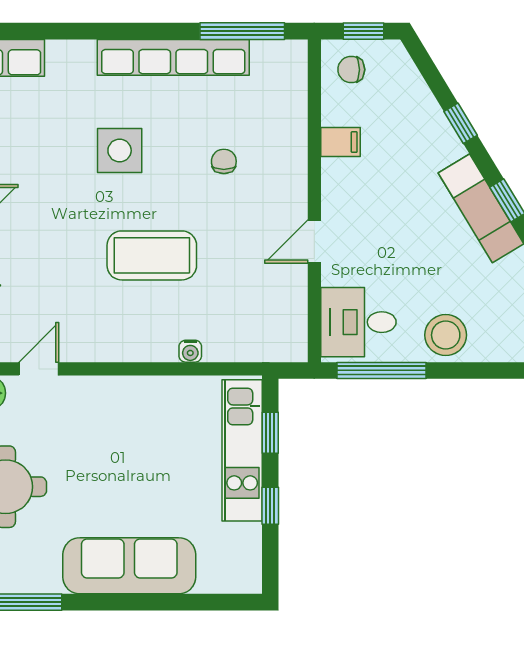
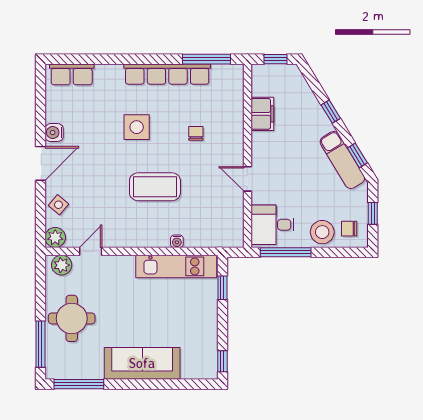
chair: (351, 70) -> (349, 229), moved
filing cabinet: (340, 142) -> (262, 114), width x2.00
door: (314, 242) -> (247, 179), hinge flipped
kitchen unit: (242, 450) -> (176, 266), moved, turned -90
window: (270, 506) -> (222, 361), moved

